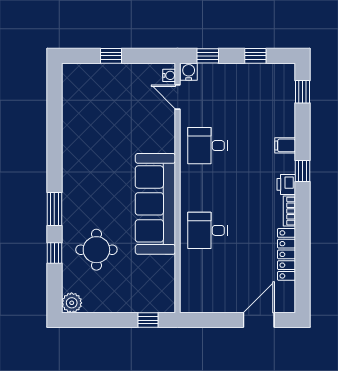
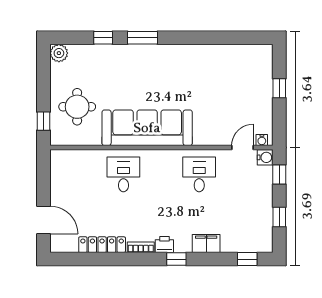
filing cabinet: (285, 145) -> (206, 244), width x2.00
round table: (96, 250) -> (77, 107), moved

